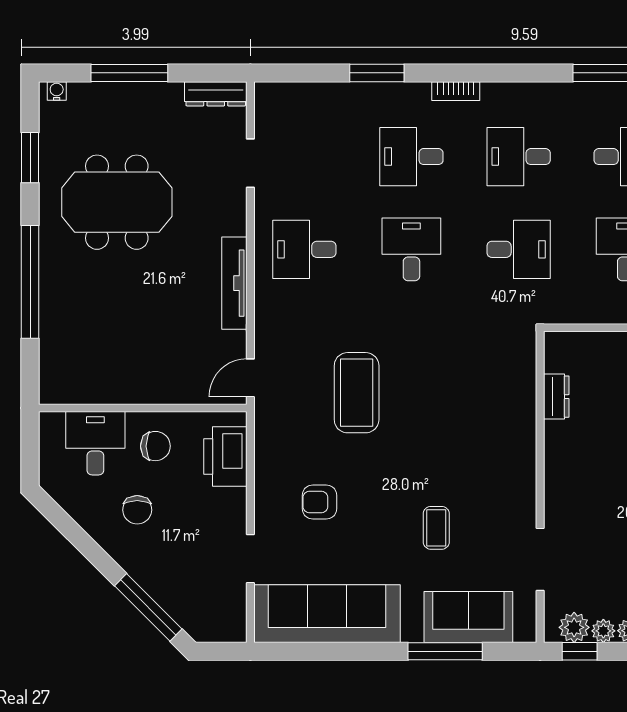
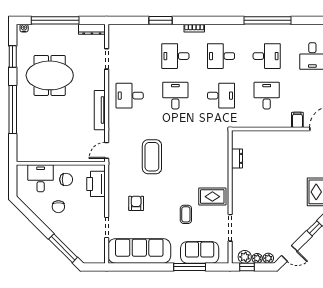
window: (129, 73) -> (55, 20), width x1.46
rug: (498, 486) -> (212, 197), added
armchair: (319, 502) -> (136, 203), turned 90

